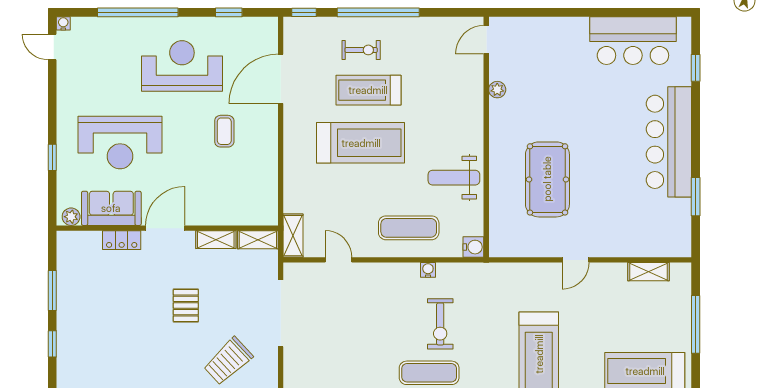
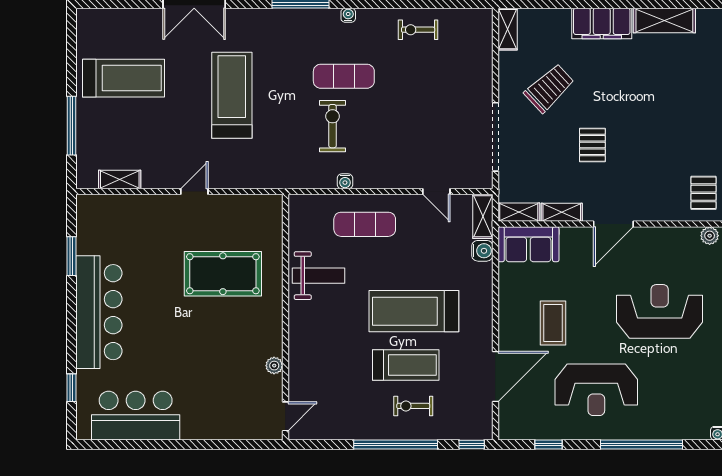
coffee table: (224, 131) -> (553, 323), width x1.36, depth x1.30
pool table: (547, 179) -> (223, 274), turned 90
sofa: (111, 208) -> (528, 244), moved
locker: (122, 240) -> (658, 212), removed
water cooler: (473, 247) -> (482, 251), moved, turned 180
pallet: (77, 259) -> (703, 193), added

